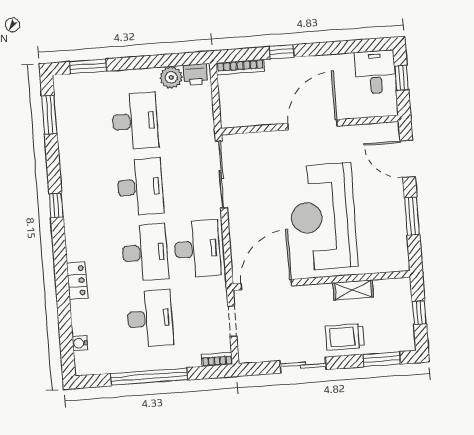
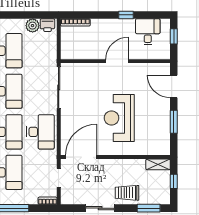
window: (282, 52) -> (126, 15), moved
desk: (375, 72) -> (148, 32), moved
door: (313, 125) -> (117, 61), width x0.73
reception desk: (323, 217) -> (119, 118), width x0.74, depth x0.77
shelving: (353, 290) -> (158, 164), moved

